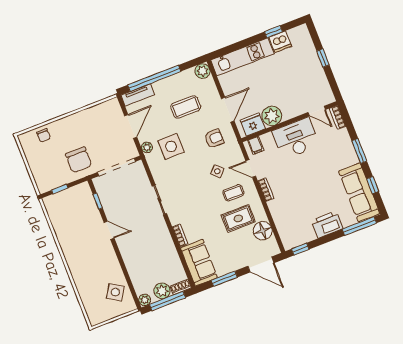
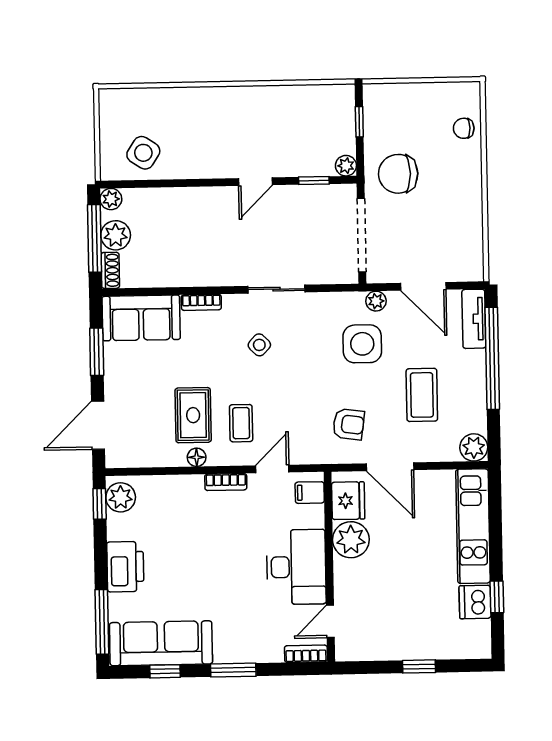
armchair: (214, 138) -> (349, 424), turned -82
side table: (217, 171) -> (259, 345), moved
plant: (84, 188) -> (346, 166), added
floor lamp: (263, 231) -> (197, 457), moved, width x0.53, depth x0.53
plant: (293, 240) -> (121, 497), added

